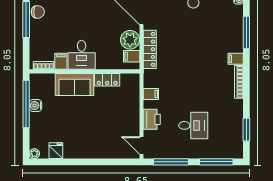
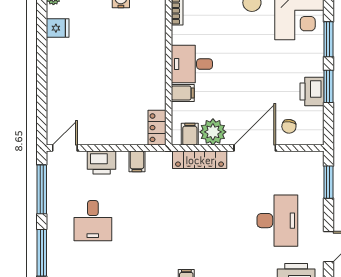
filing cabinet: (61, 61) -> (183, 93), moved
locker: (107, 80) -> (157, 128), moved
sofa: (74, 84) -> (150, 54), removed

